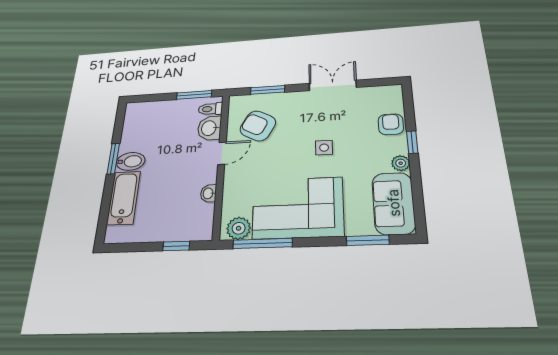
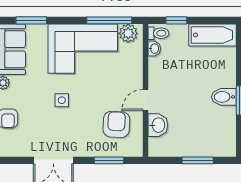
window: (194, 95) -> (198, 160), moved
toilet: (210, 109) -> (158, 33), moved
armchair: (258, 126) -> (116, 124), turned -115
washbasin: (208, 193) -> (154, 49), moved
bathtub: (124, 198) -> (213, 35), moved, turned -90

